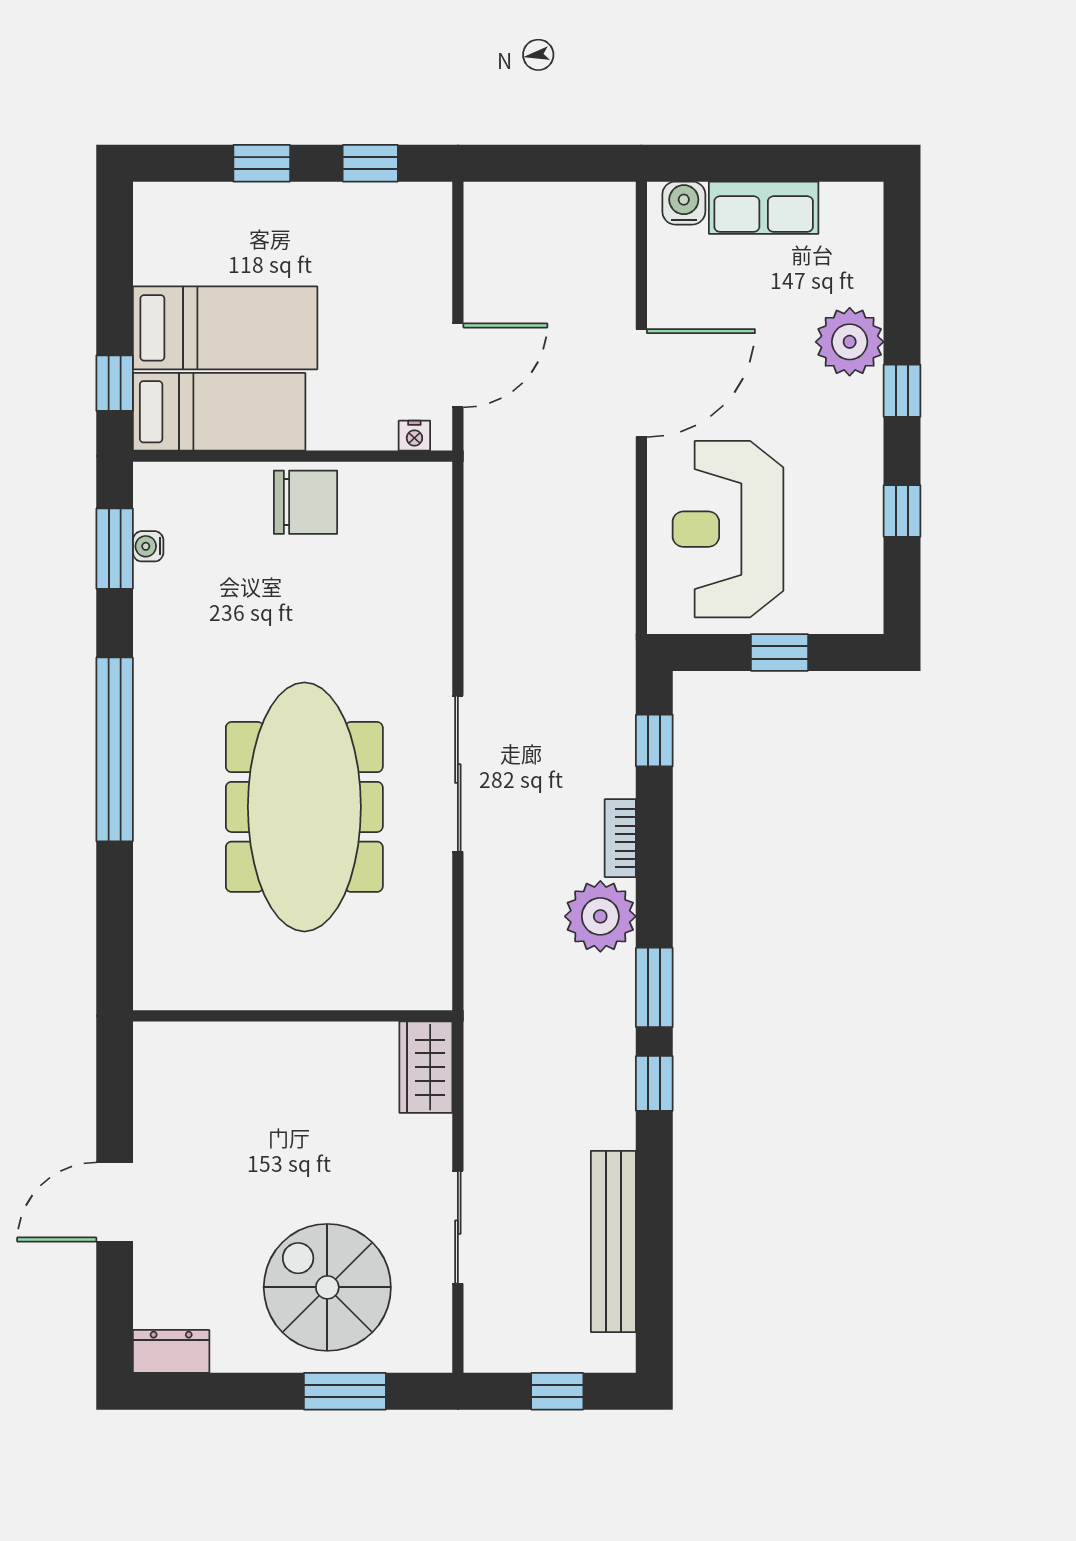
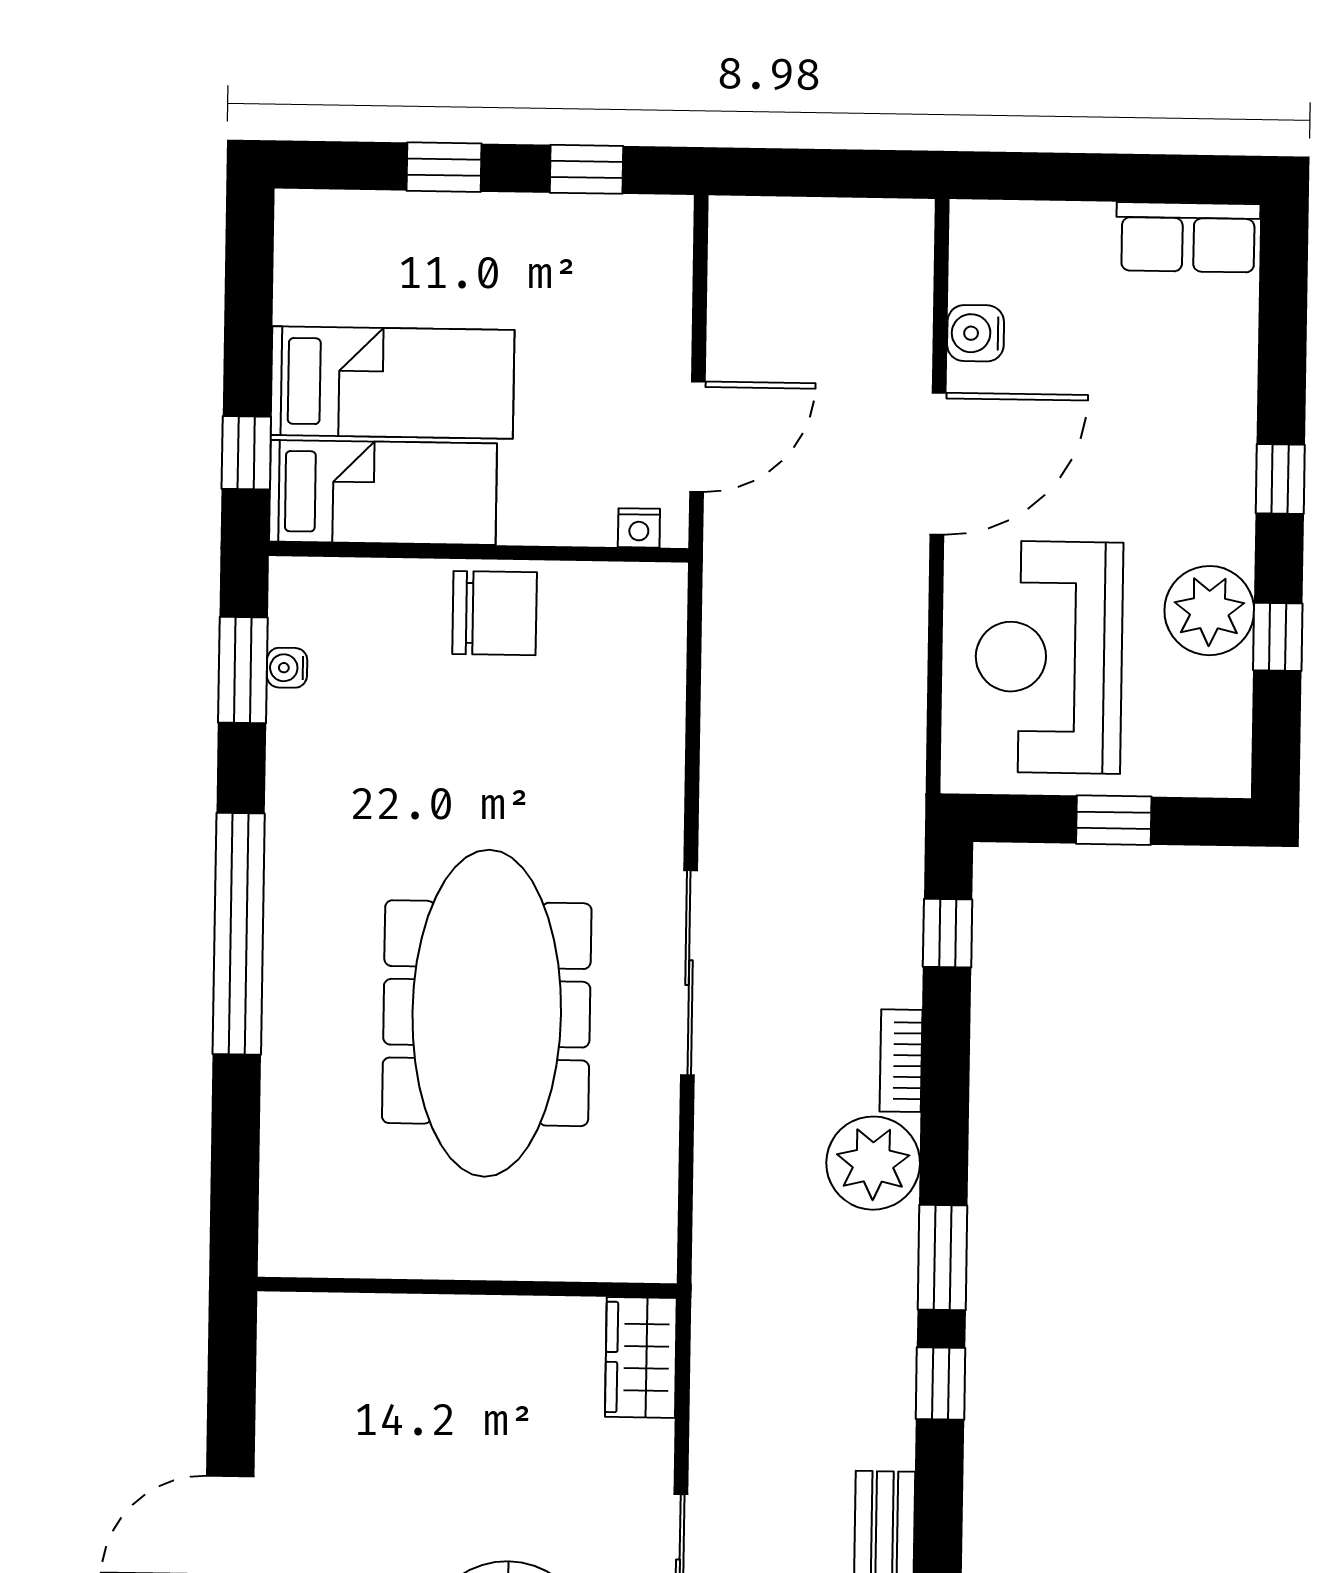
water cooler: (684, 203) -> (976, 333), moved, turned -90
row of seats: (764, 208) -> (1188, 237), moved
plant: (850, 342) -> (1209, 611), moved

